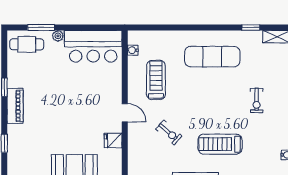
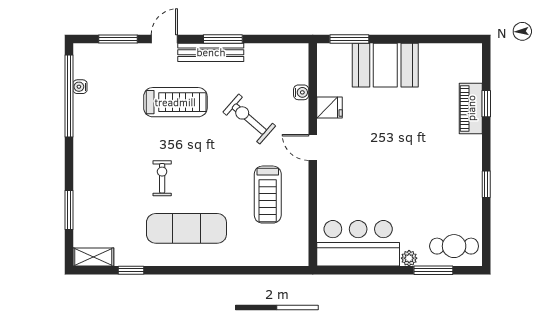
water cooler: (133, 50) -> (301, 92), moved
exercise bike: (257, 100) -> (162, 178), moved
piano: (15, 106) -> (471, 108), moved
exercise bike: (169, 132) -> (249, 119), width x1.38, depth x1.39

